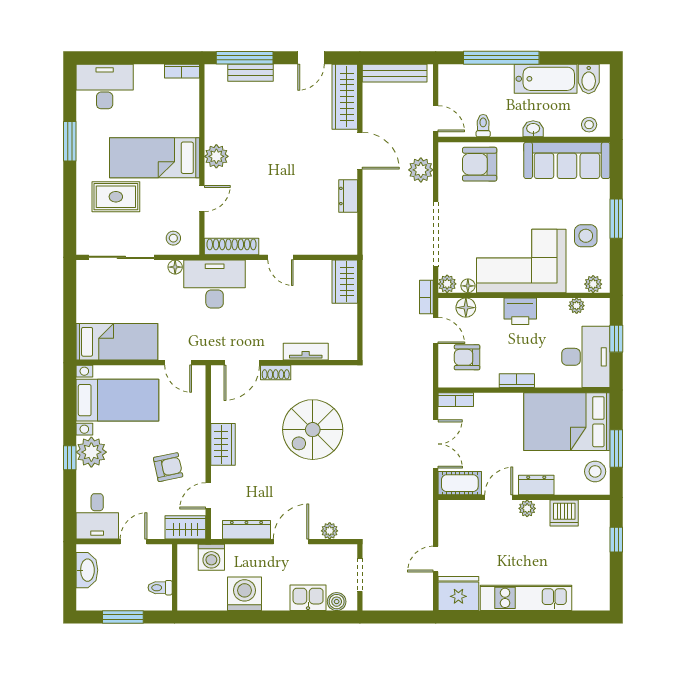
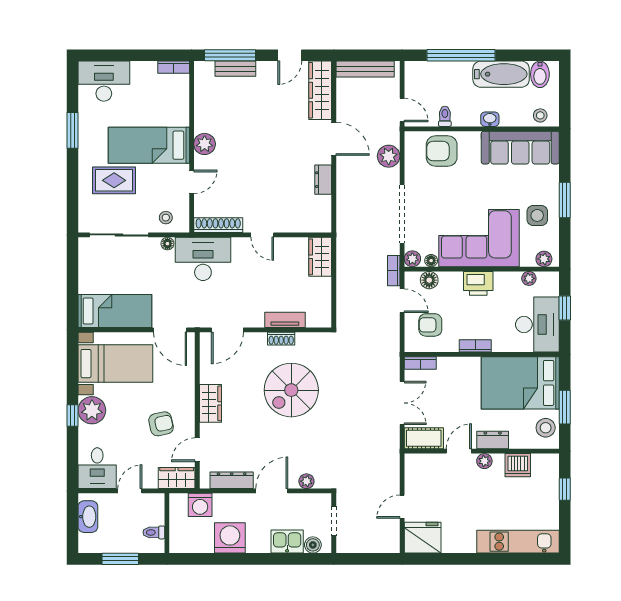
door: (178, 363) -> (170, 330), width x1.38
shoe rack: (276, 373) -> (281, 339), moved
kitchen unit: (526, 598) -> (518, 542), moved

